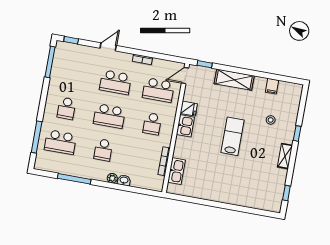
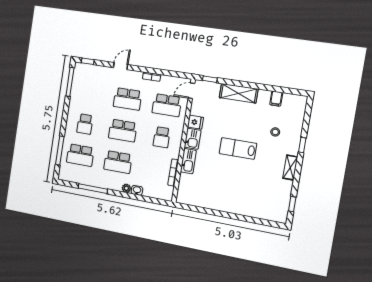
lab bench: (233, 136) -> (238, 148), turned -90
school desk: (103, 150) -> (118, 162), width x1.85
kitchen sink: (177, 171) -> (188, 161), moved

